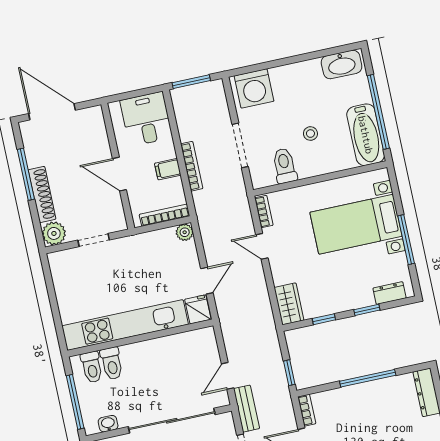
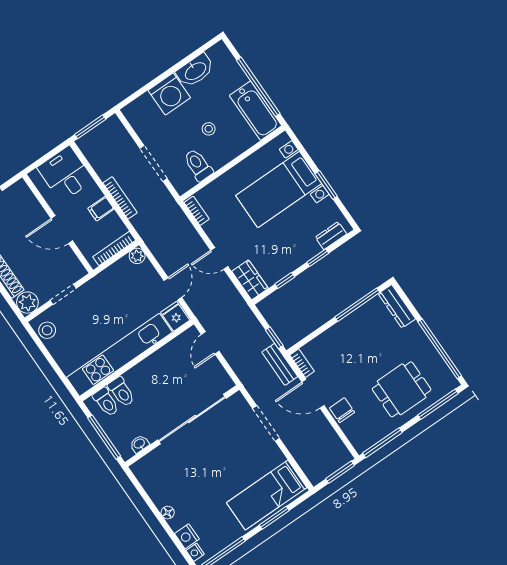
washbasin: (342, 64) -> (195, 71), moved
washing machine: (254, 88) -> (169, 94), moved
window: (406, 240) -> (326, 185), width x0.69
door: (262, 246) -> (219, 258), moved
stool: (62, 270) -> (47, 330), added
door: (228, 376) -> (210, 343), moved
window: (368, 378) -> (357, 305), moved
bench: (246, 409) -> (280, 364), moved

